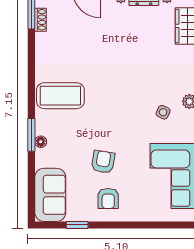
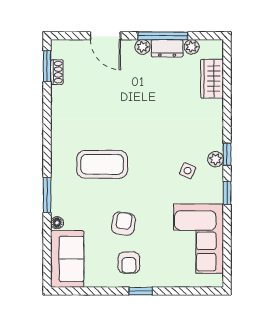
coffee table: (60, 96) -> (102, 164), moved
floor lamp: (41, 142) -> (57, 223), moved
window: (77, 225) -> (141, 291), moved

